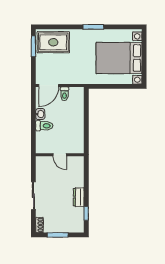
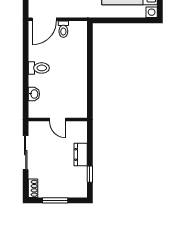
washbasin: (40, 114) -> (34, 94), moved
door: (60, 155) -> (58, 120), moved
wall: (60, 155) -> (58, 120), moved

